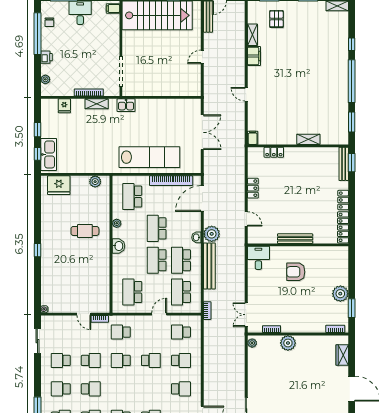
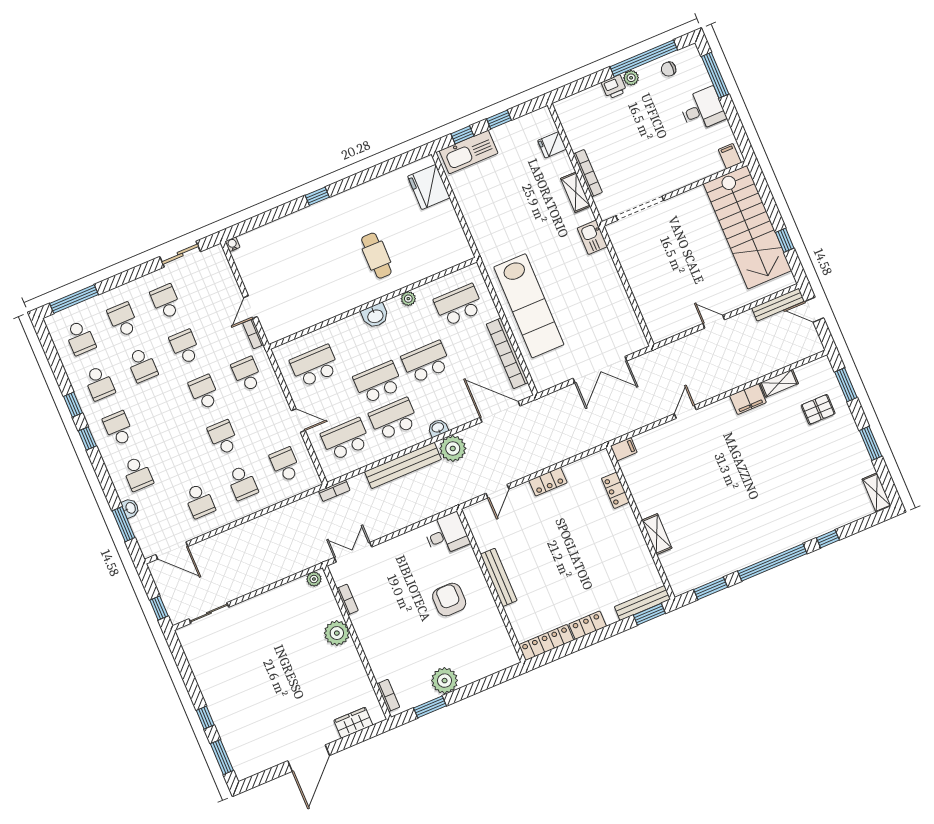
plant: (45, 79) -> (631, 78), moved
plant: (95, 182) -> (457, 239), removed
school desk: (91, 360) -> (185, 347), turned 180
school desk: (151, 360) -> (223, 437), turned 180

